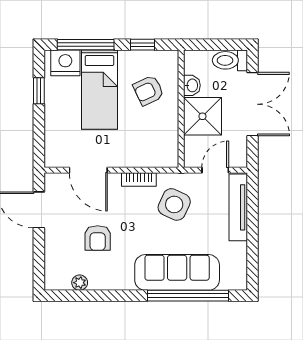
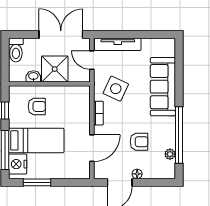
armchair: (148, 90) -> (37, 106), turned -65
window: (39, 91) -> (37, 182), width x1.50
double door: (252, 104) -> (61, 34), moved
floor lamp: (51, 235) -> (137, 174), added
window: (188, 296) -> (179, 135), moved

